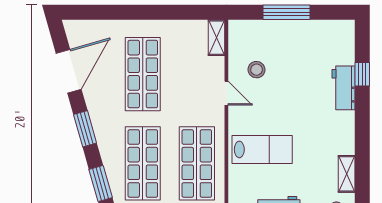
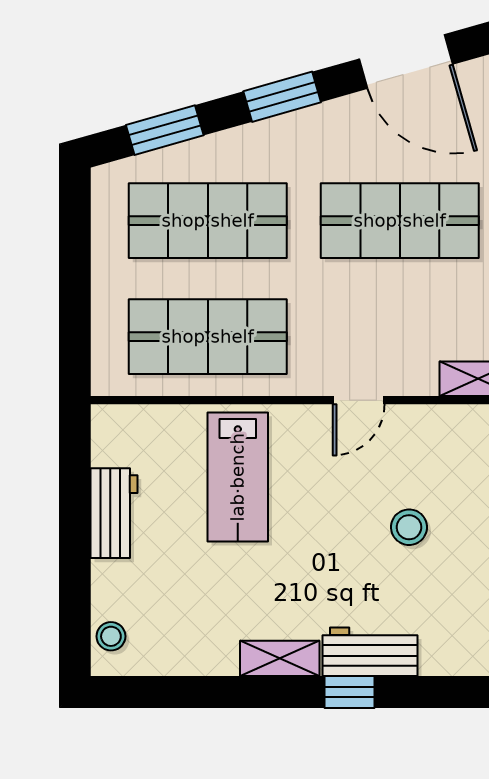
stool: (257, 70) -> (409, 527), moved
window: (362, 74) -> (349, 692), moved
shelving: (347, 174) -> (280, 658), moved

